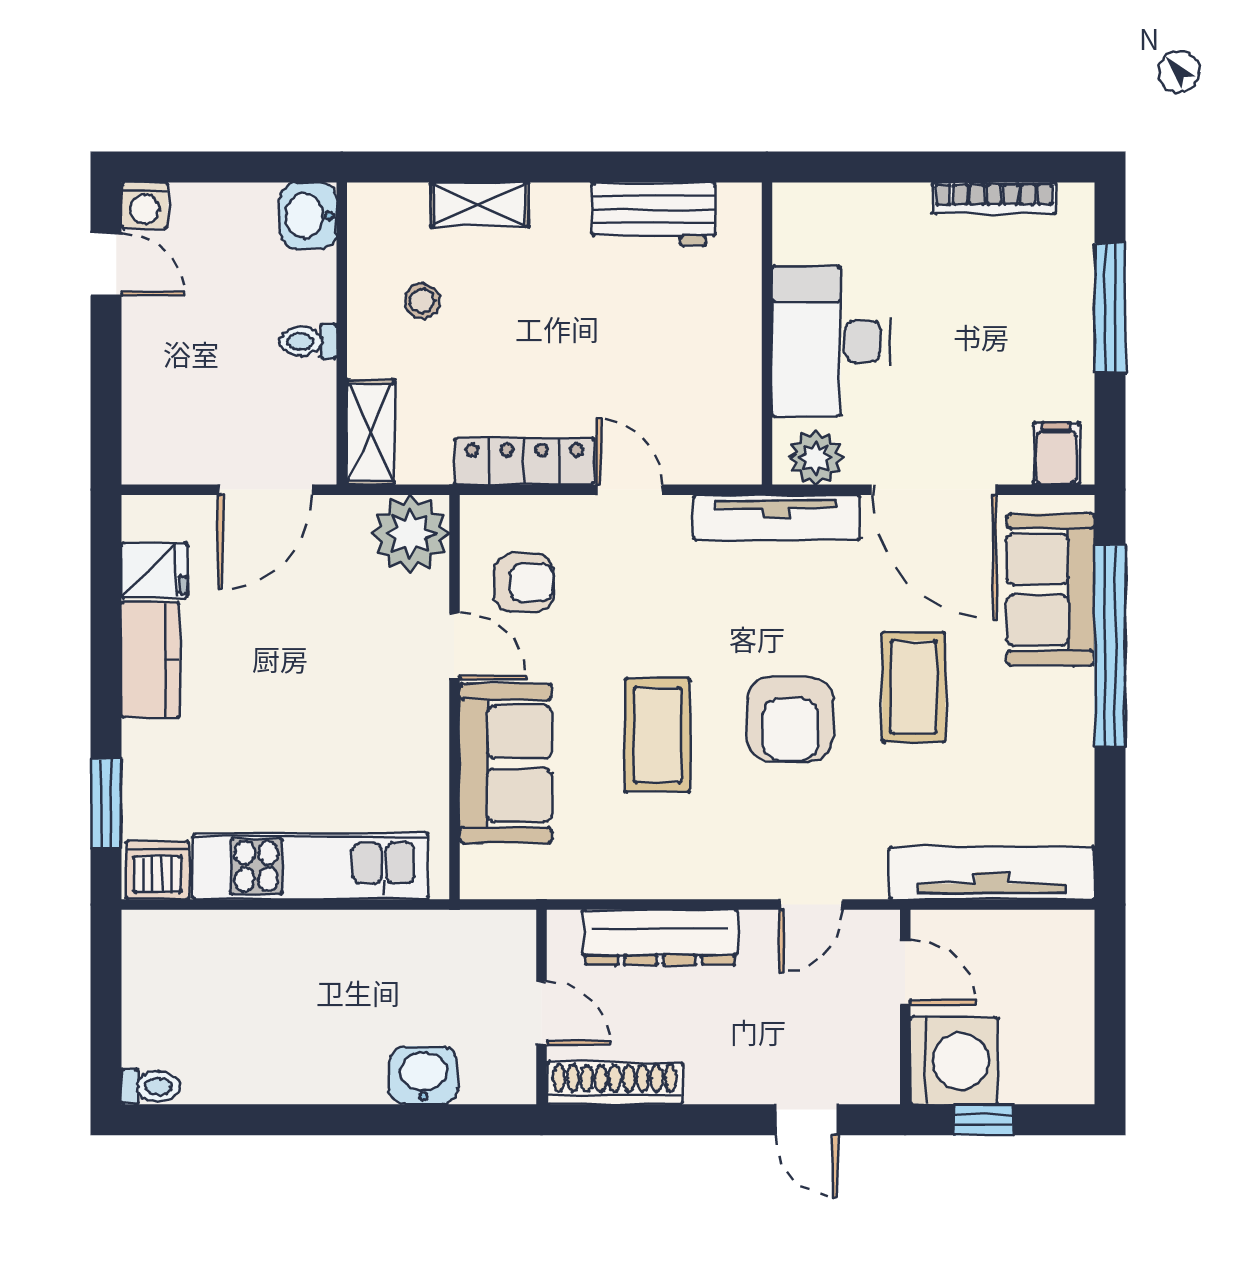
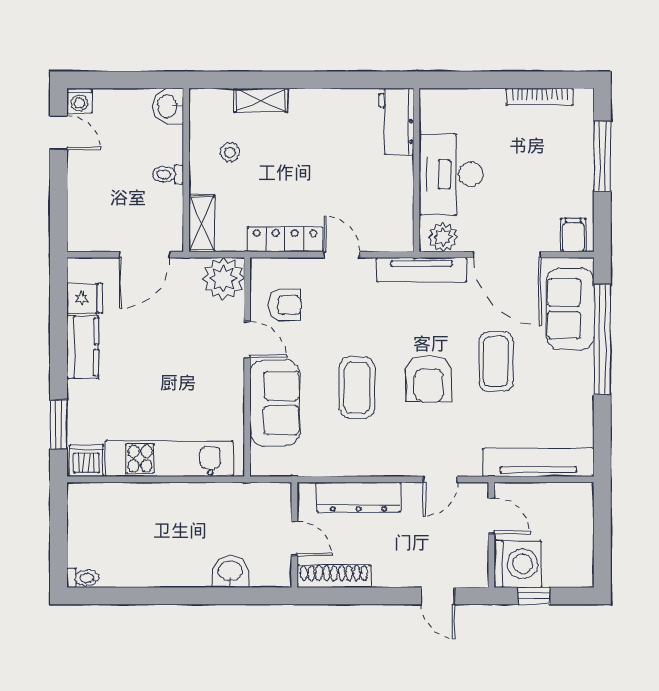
workbench: (654, 214) -> (396, 122), moved, turned 90

